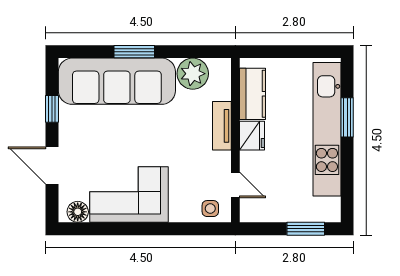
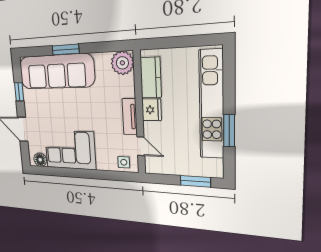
plant: (193, 74) -> (122, 63), moved
window: (347, 117) -> (229, 131), moved
tv unit: (222, 126) -> (130, 117), moved

